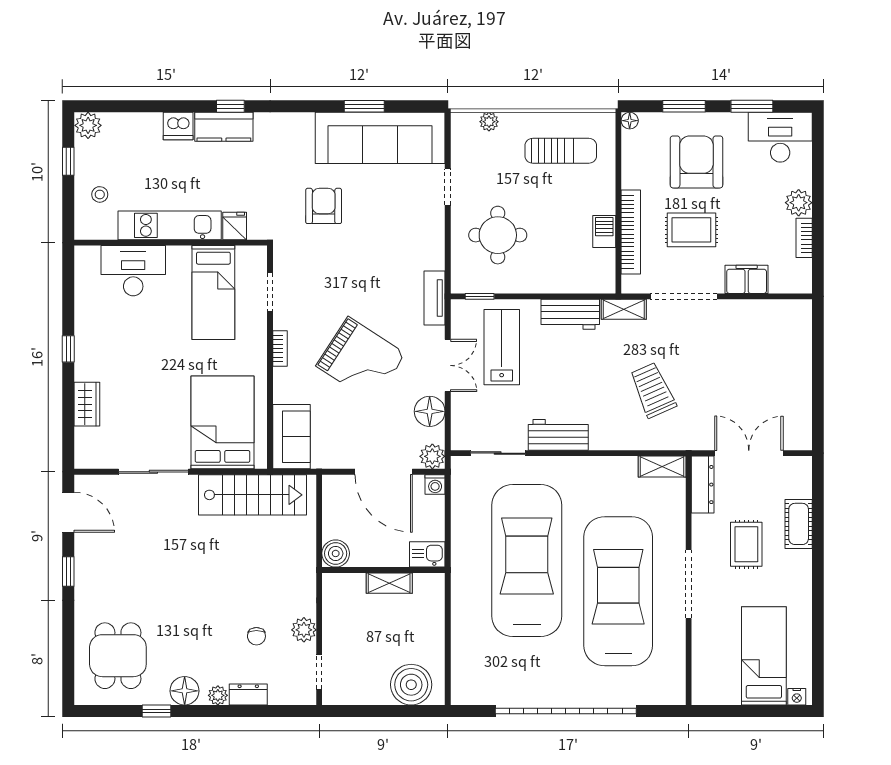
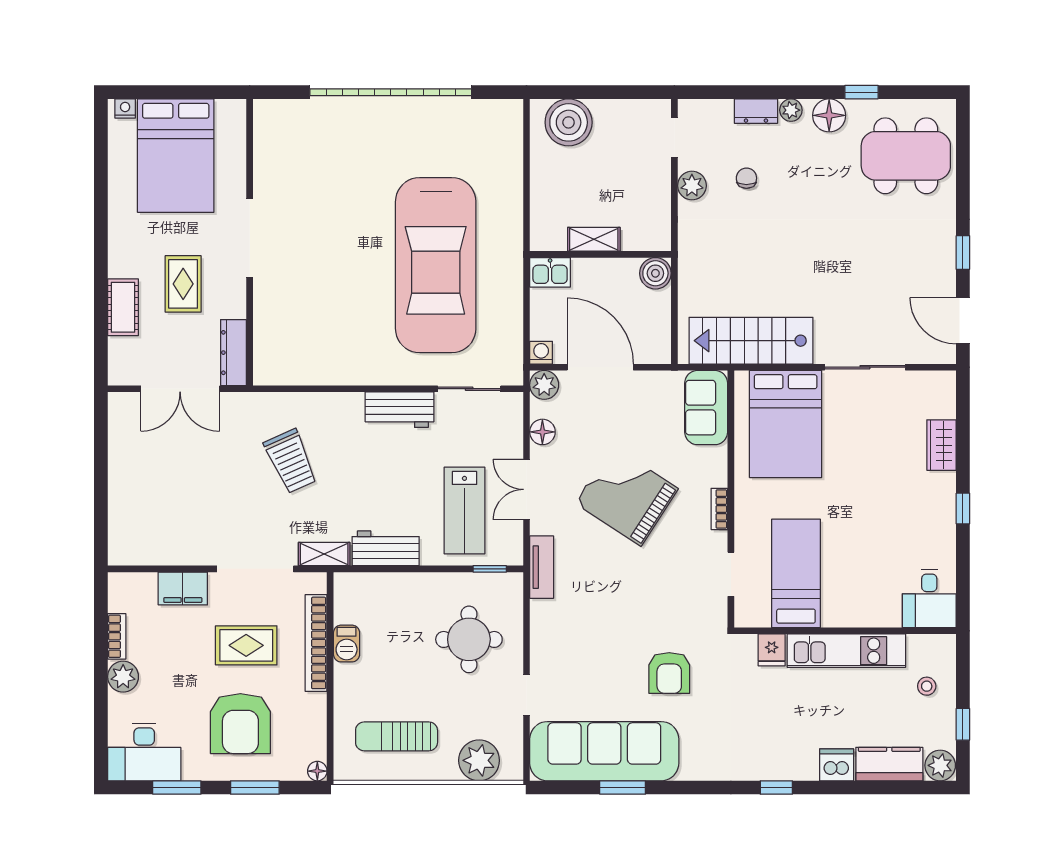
plant: (489, 122) -> (479, 760), width x1.88, depth x1.88
kitchen counter: (224, 127) -> (889, 764), moved
desk: (133, 271) -> (929, 598), moved, width x0.73
floor lamp: (430, 411) -> (542, 432), width x0.73, depth x0.73
shelving: (662, 467) -> (280, 373), removed
car: (618, 591) -> (330, 230), removed
dining table: (118, 656) -> (906, 156), width x1.38
bed: (764, 656) -> (176, 156), width x1.50

